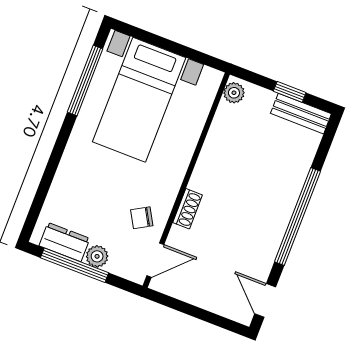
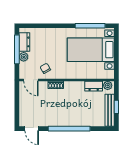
bench: (301, 114) -> (110, 110), width x1.36
dresser: (223, 125) -> (94, 86), added
door: (265, 300) -> (32, 129), swing flipped

